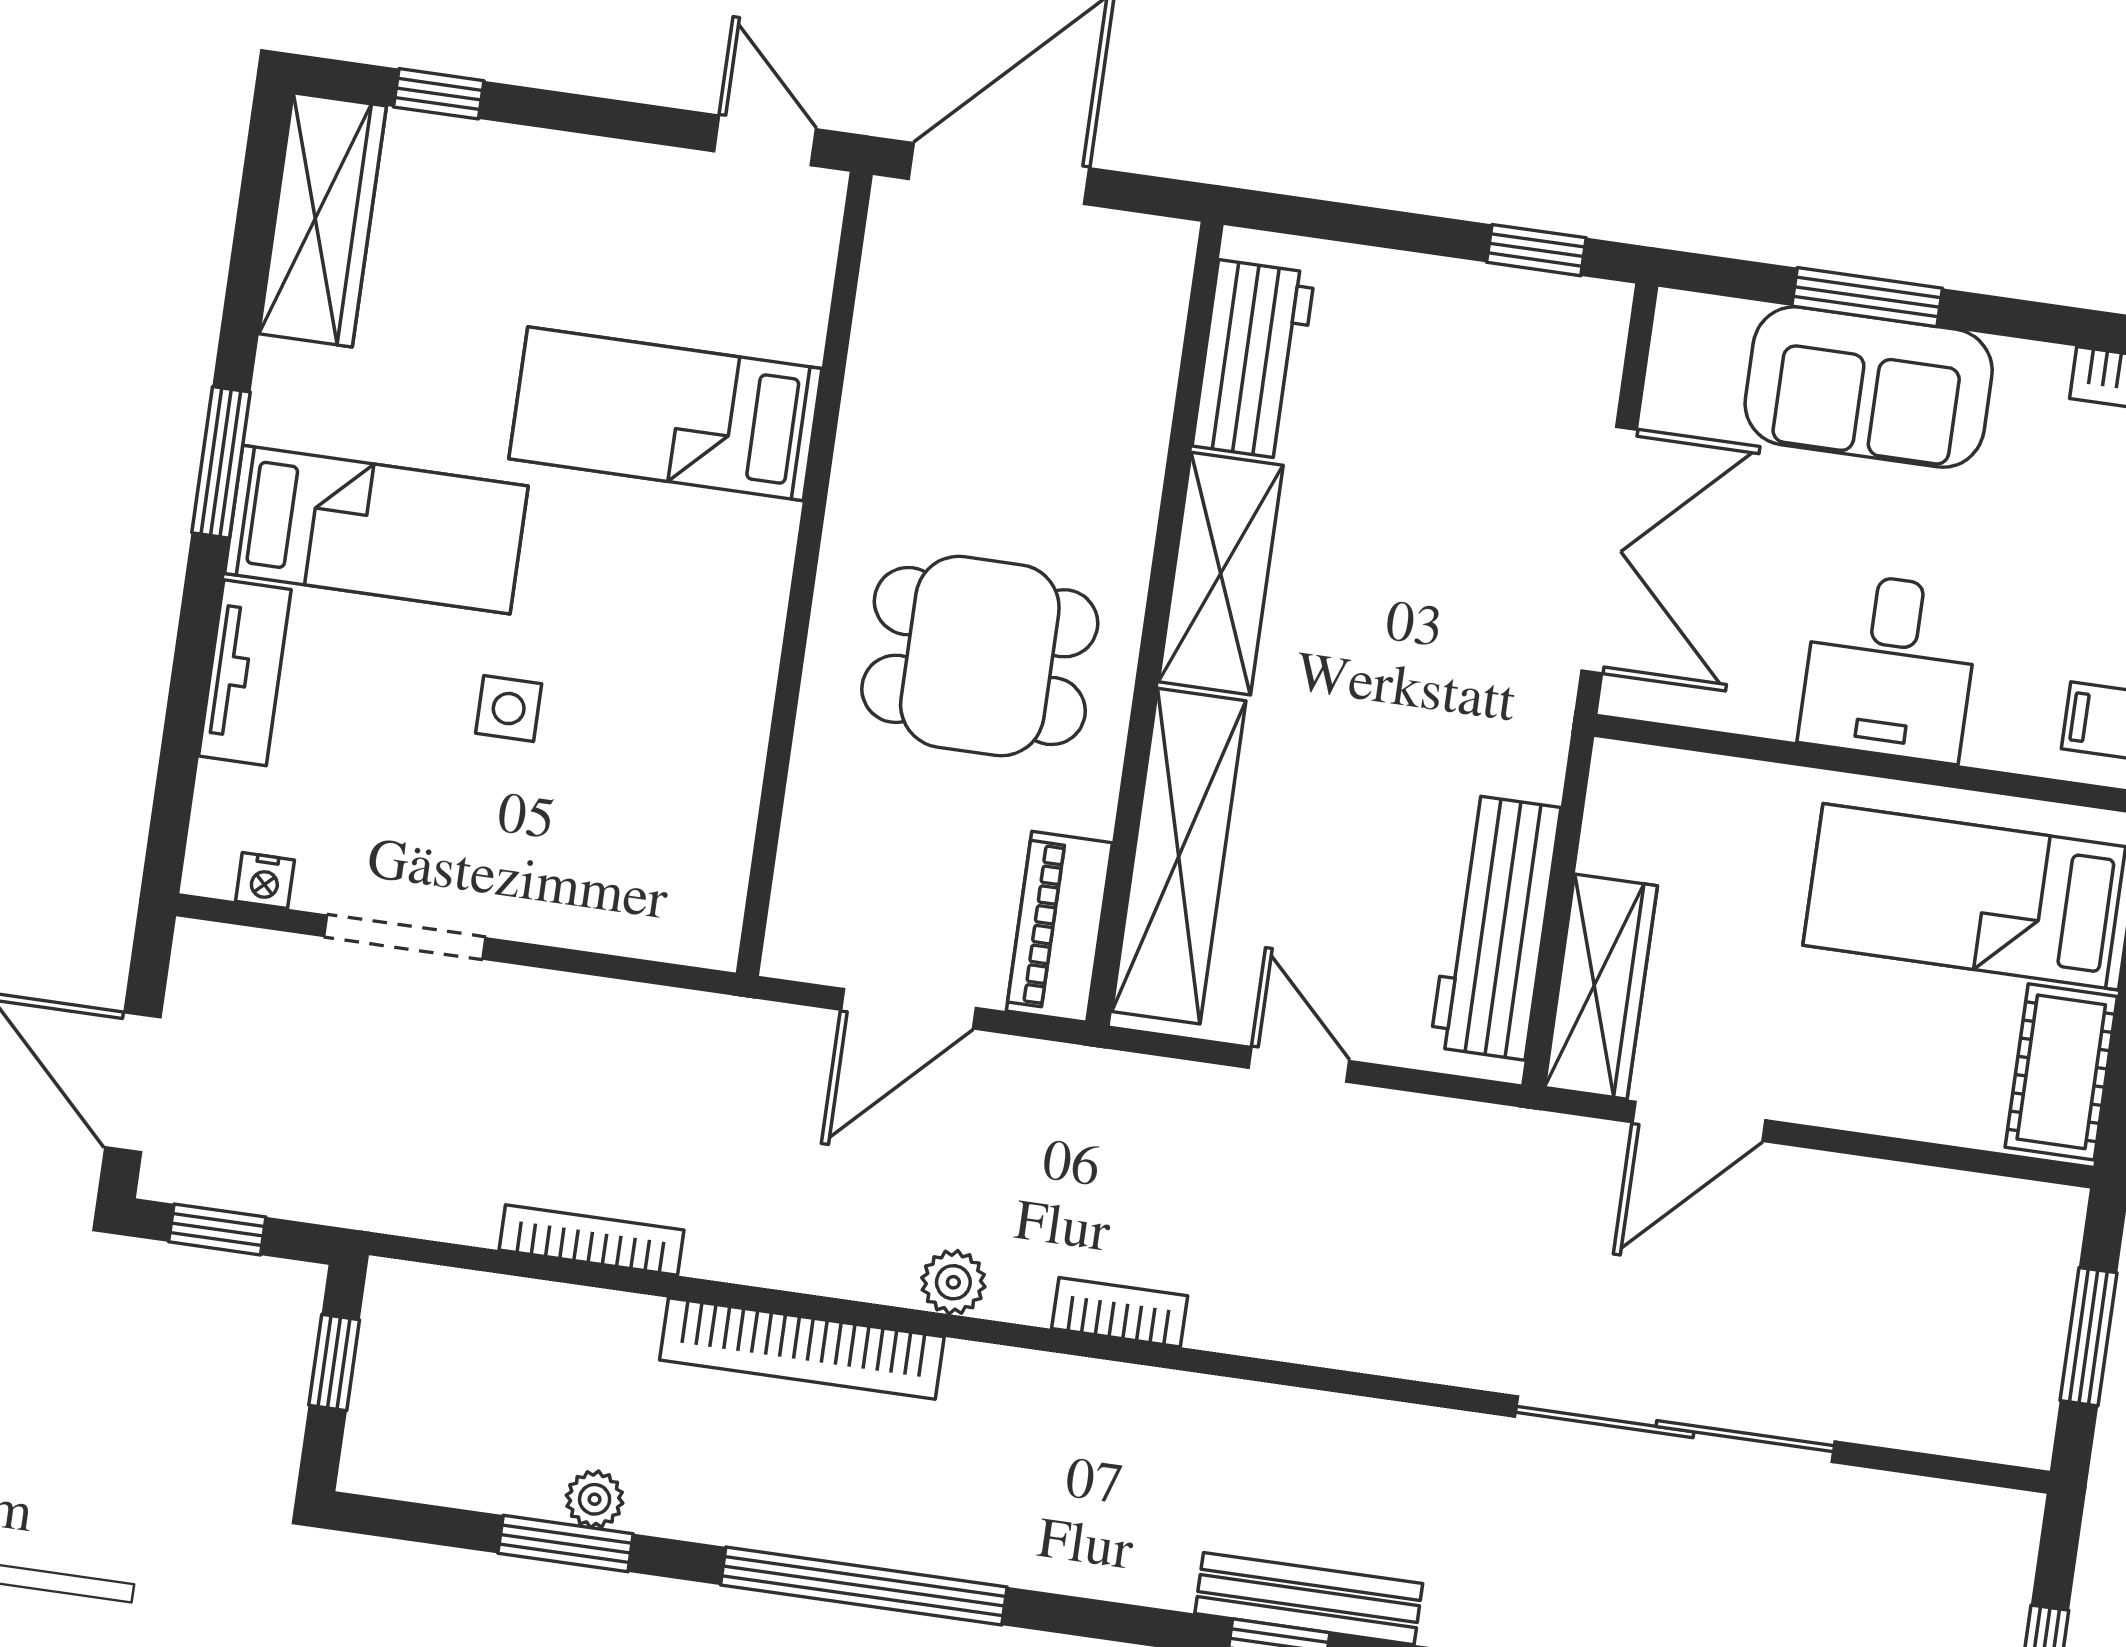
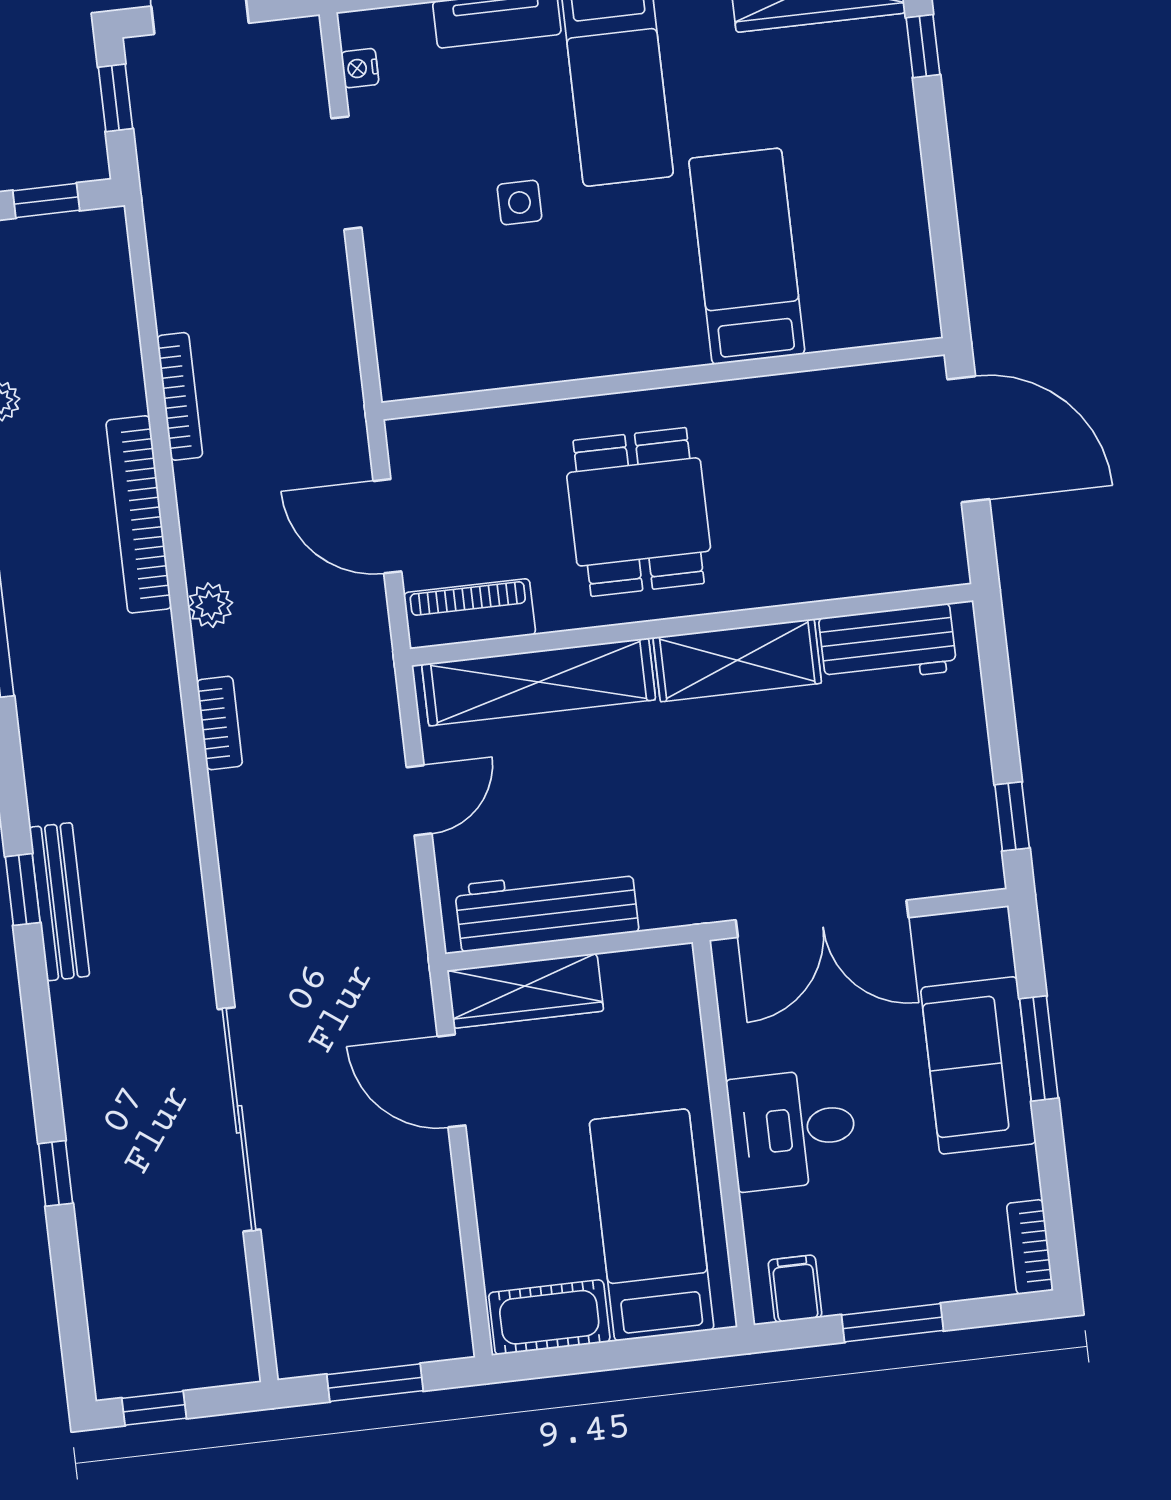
door: (765, 140) -> (949, 275), removed
bookcase: (591, 1240) -> (180, 396), moved

